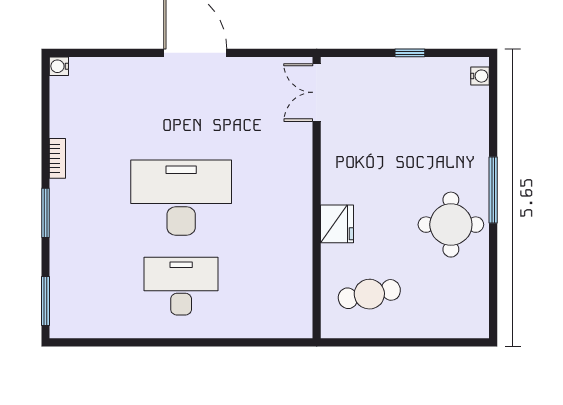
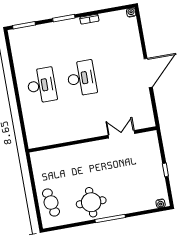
double door: (317, 92) -> (121, 134), moved
desk: (181, 198) -> (82, 78), width x0.73, depth x0.77
fridge: (337, 224) -> (82, 151), removed
cafe table: (369, 294) -> (51, 203), moved

